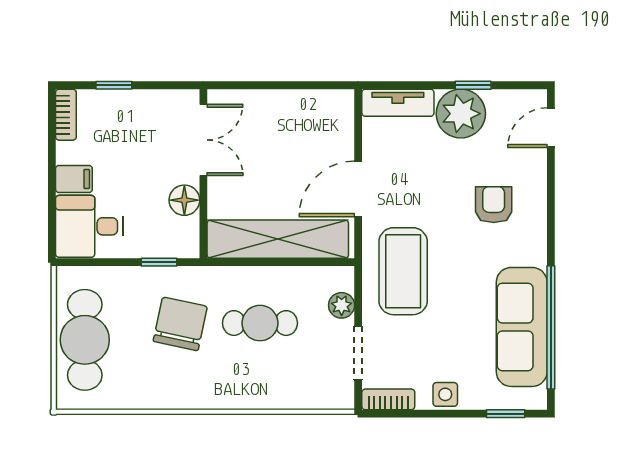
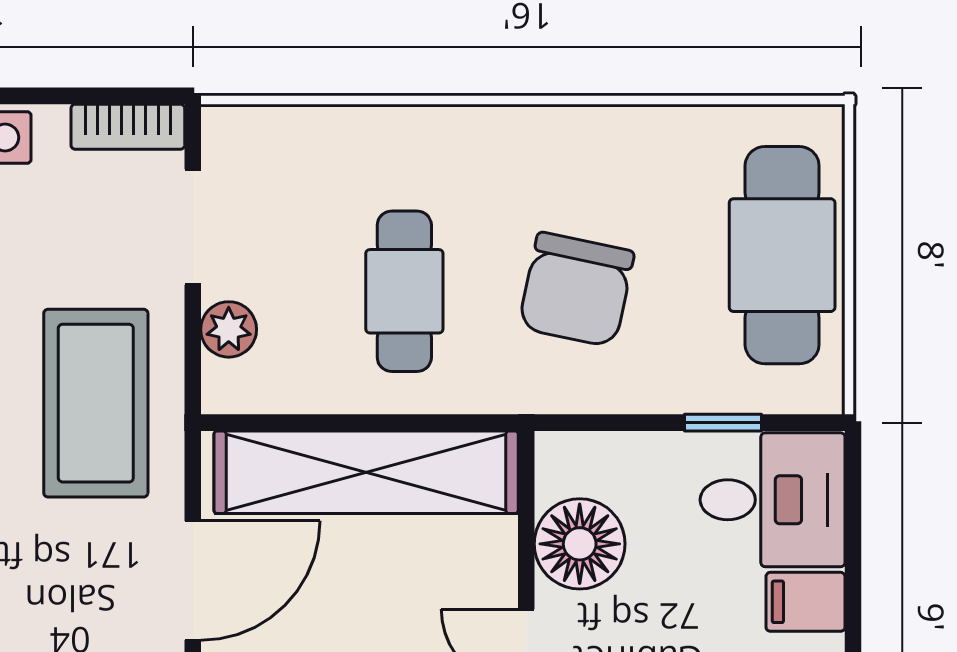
floor lamp: (184, 200) -> (580, 544), width x1.38, depth x1.38
window: (159, 262) -> (723, 423), moved
cafe table: (260, 323) -> (404, 291), turned 90

